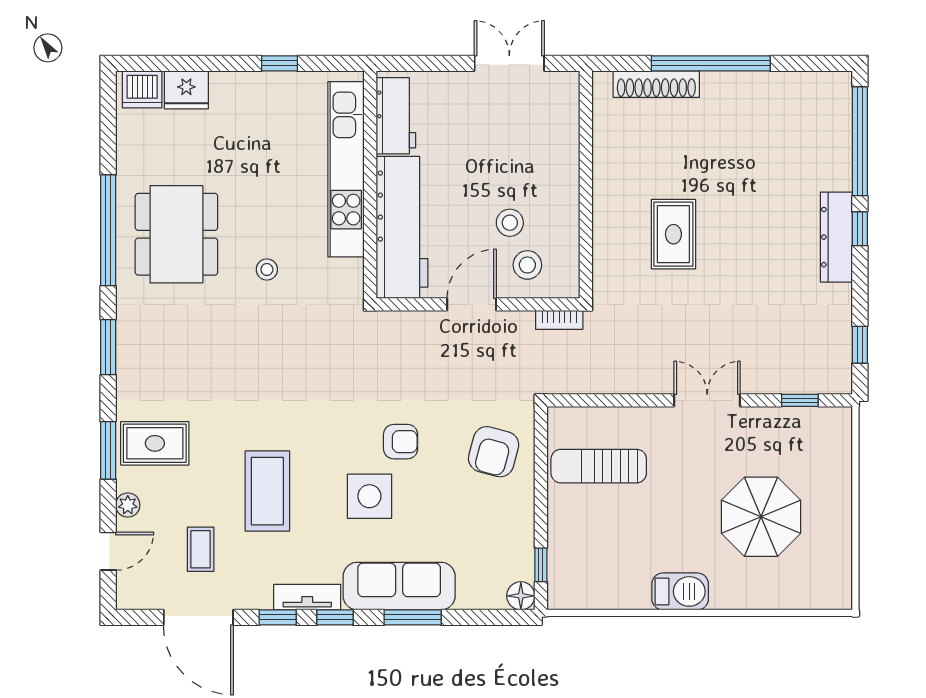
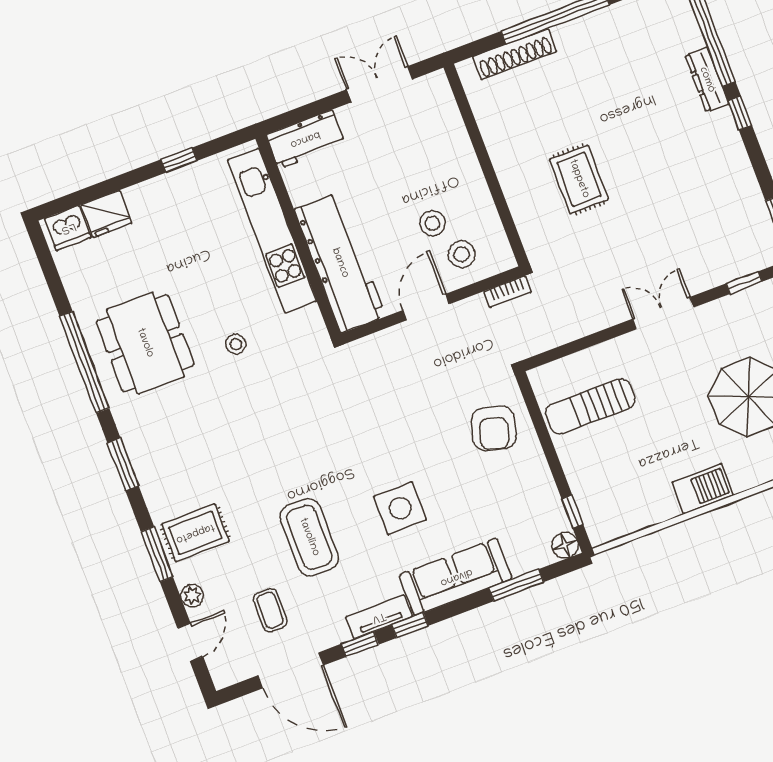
workbench: (396, 116) -> (305, 139), moved, turned 90
dresser: (836, 237) -> (707, 80), moved, width x0.73, depth x0.80
armchair: (401, 442) -> (409, 450), removed
window: (413, 617) -> (516, 585), moved

